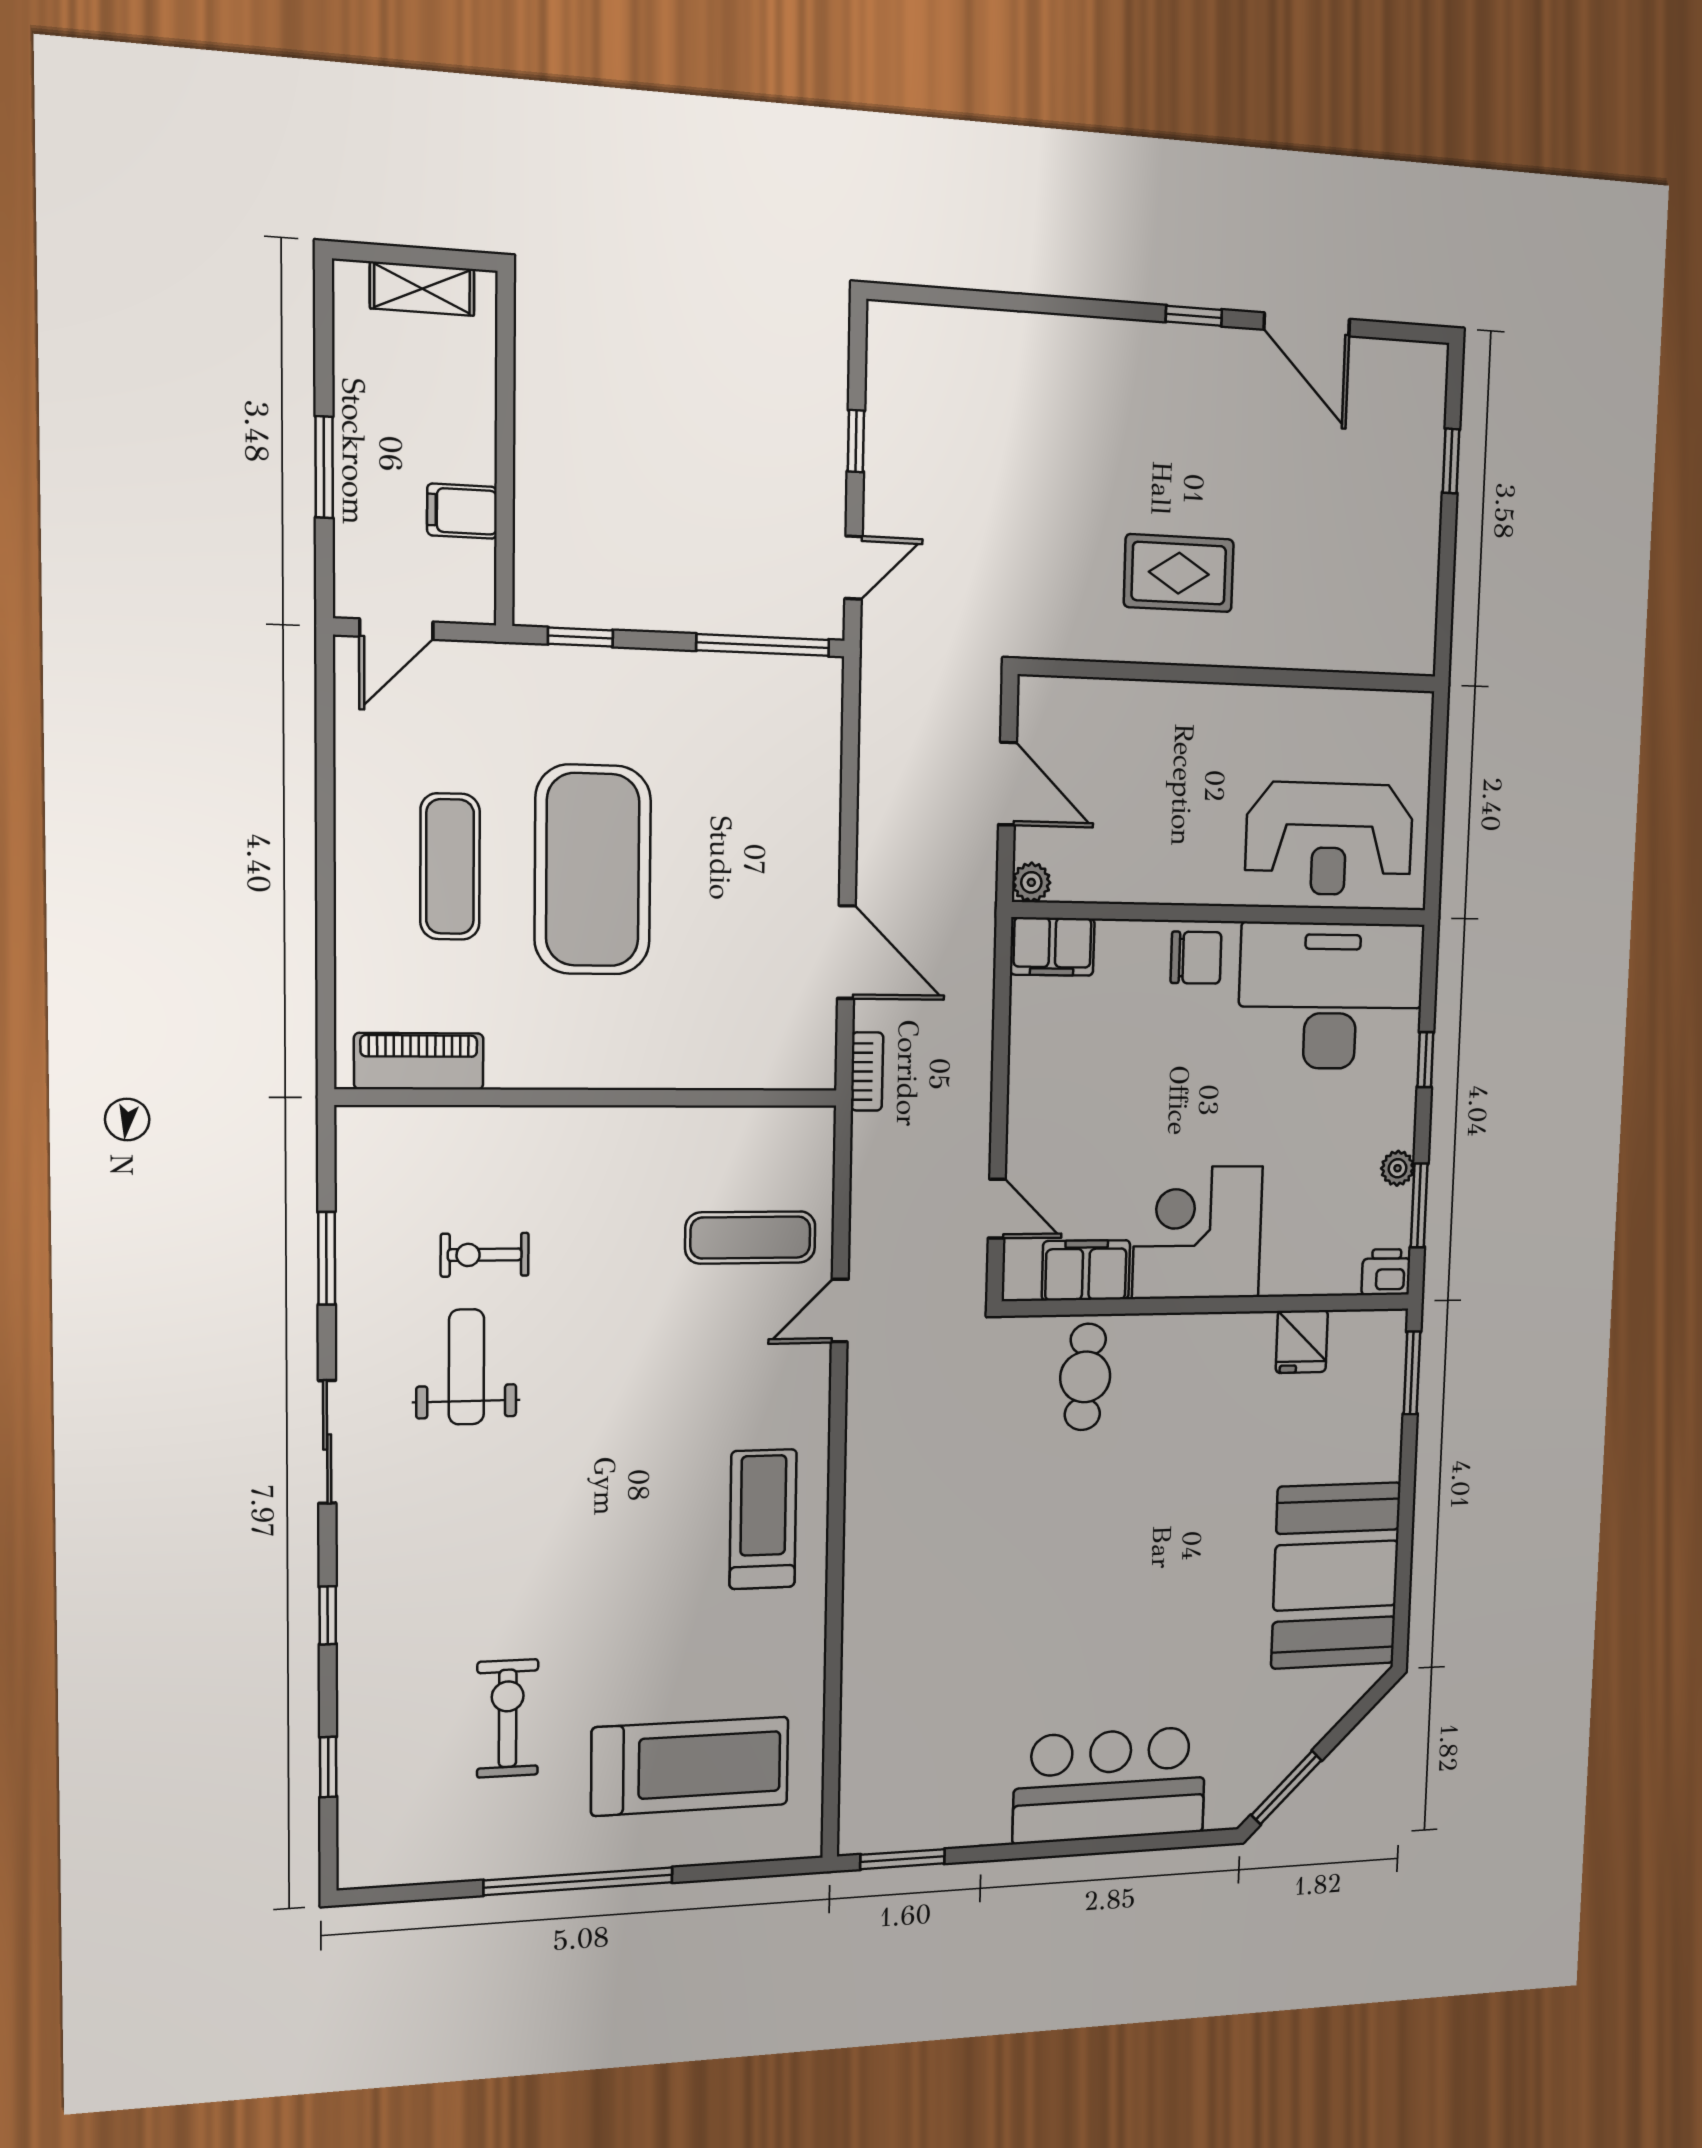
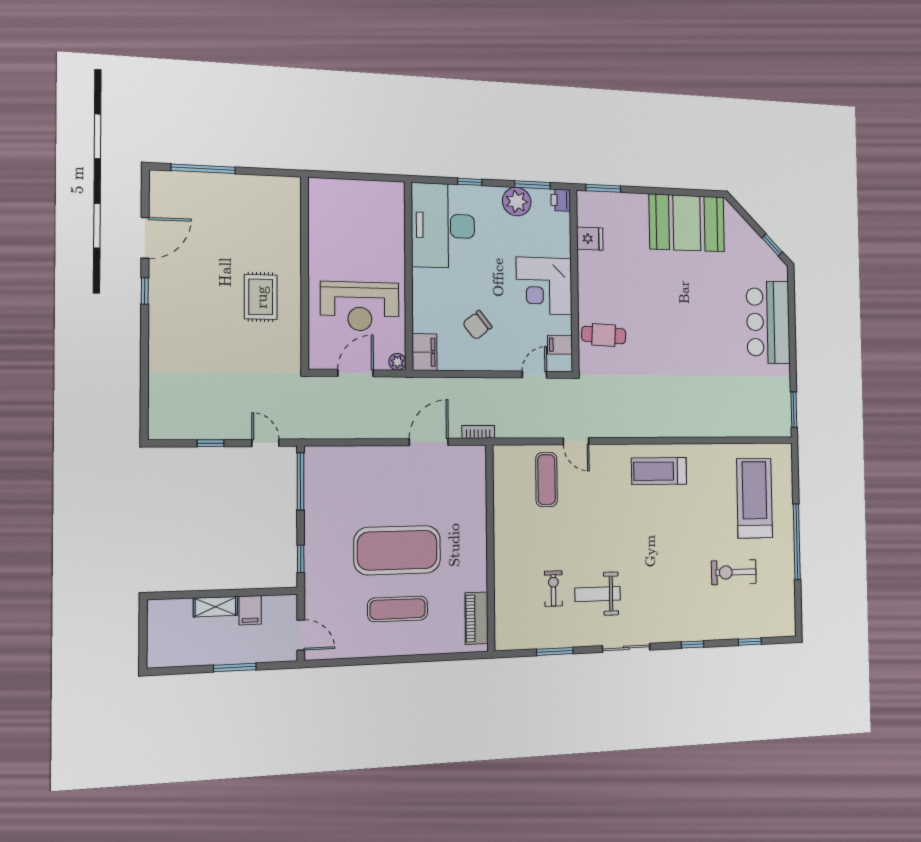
shelving: (422, 289) -> (215, 607), moved, turned 90
window: (1451, 461) -> (203, 169), width x2.17
reception desk: (1329, 839) -> (360, 306), moved, turned 90
chair: (1196, 958) -> (477, 325), moved, turned -128
plant: (1398, 1168) -> (517, 202), width x1.88, depth x1.88
exercise bike: (485, 1255) -> (553, 589), turned 180
filing cabinet: (1086, 1270) -> (560, 345), width x0.50
window: (1286, 1788) -> (772, 245), width x0.67

